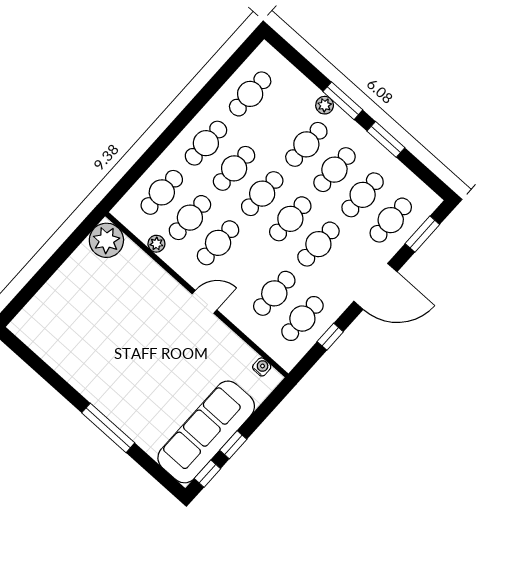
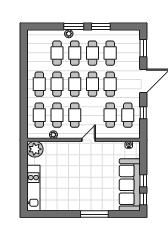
cafe table: (250, 94) -> (57, 53), moved
cafe table: (391, 220) -> (128, 53), removed
kitchen unit: (49, 300) -> (33, 188), added

